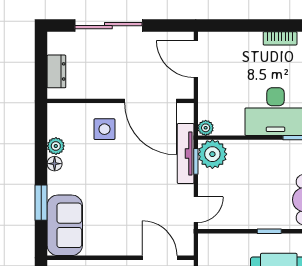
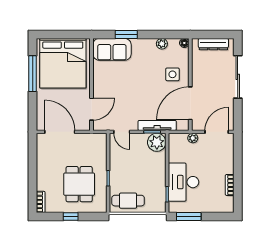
dresser: (56, 71) -> (213, 44), width x1.44
plant: (206, 128) -> (193, 138), moved
floor lamp: (55, 164) -> (184, 43), moved

